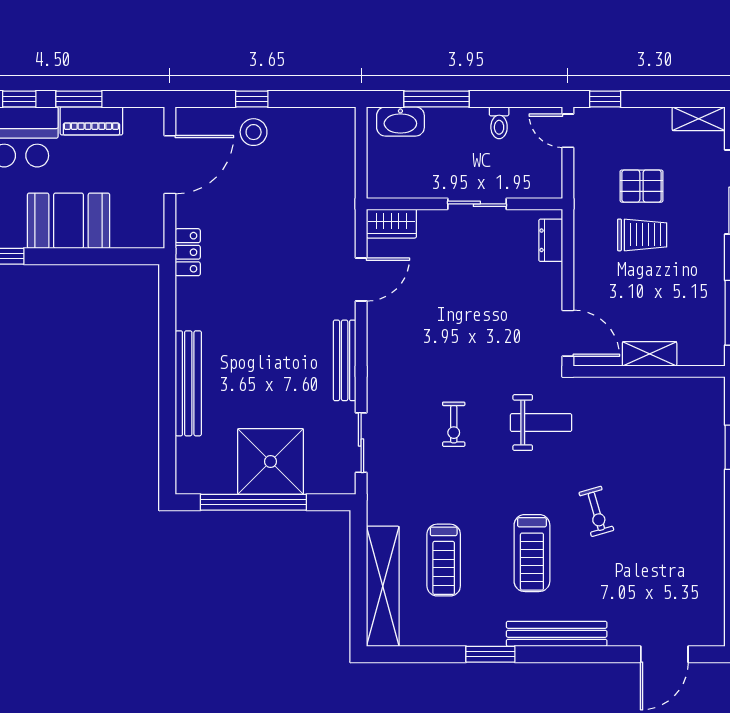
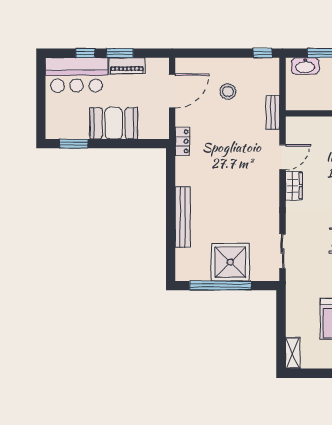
window: (252, 99) -> (263, 53), moved
stool: (254, 132) -> (228, 92), moved
wardrobe: (391, 224) -> (294, 186), moved, turned -90
bench: (345, 360) -> (273, 112), moved, width x0.73
shelving: (383, 586) -> (293, 353), width x0.45, depth x0.75

